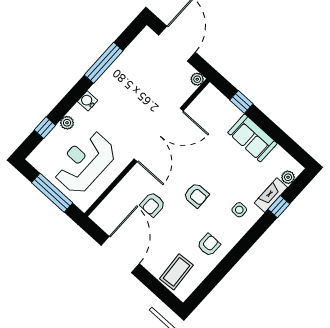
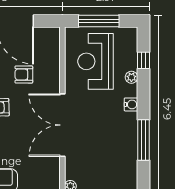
reception desk: (85, 162) -> (96, 61), turned 180
armchair: (153, 204) -> (24, 74), turned -90

